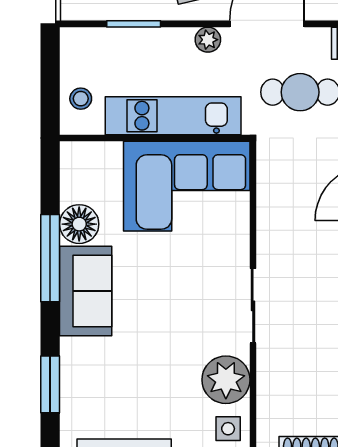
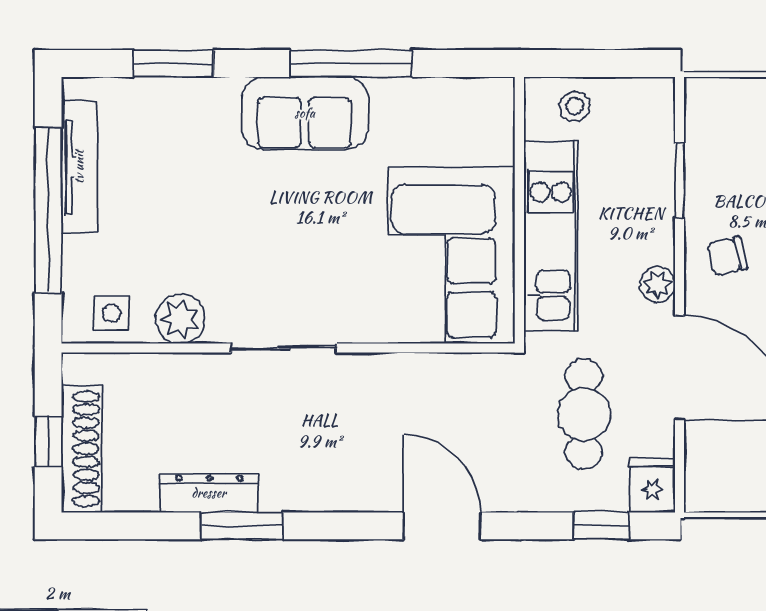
floor lamp: (79, 224) -> (399, 104), removed
plant: (226, 380) -> (180, 319), width x0.73, depth x0.73

